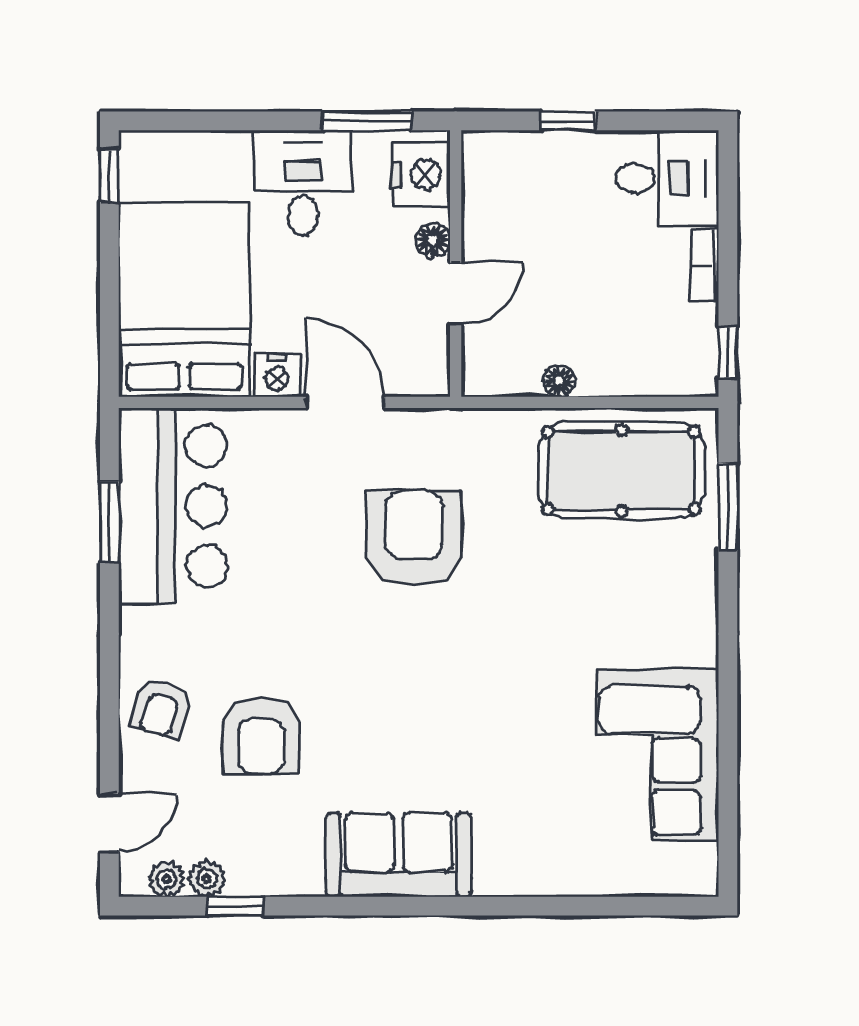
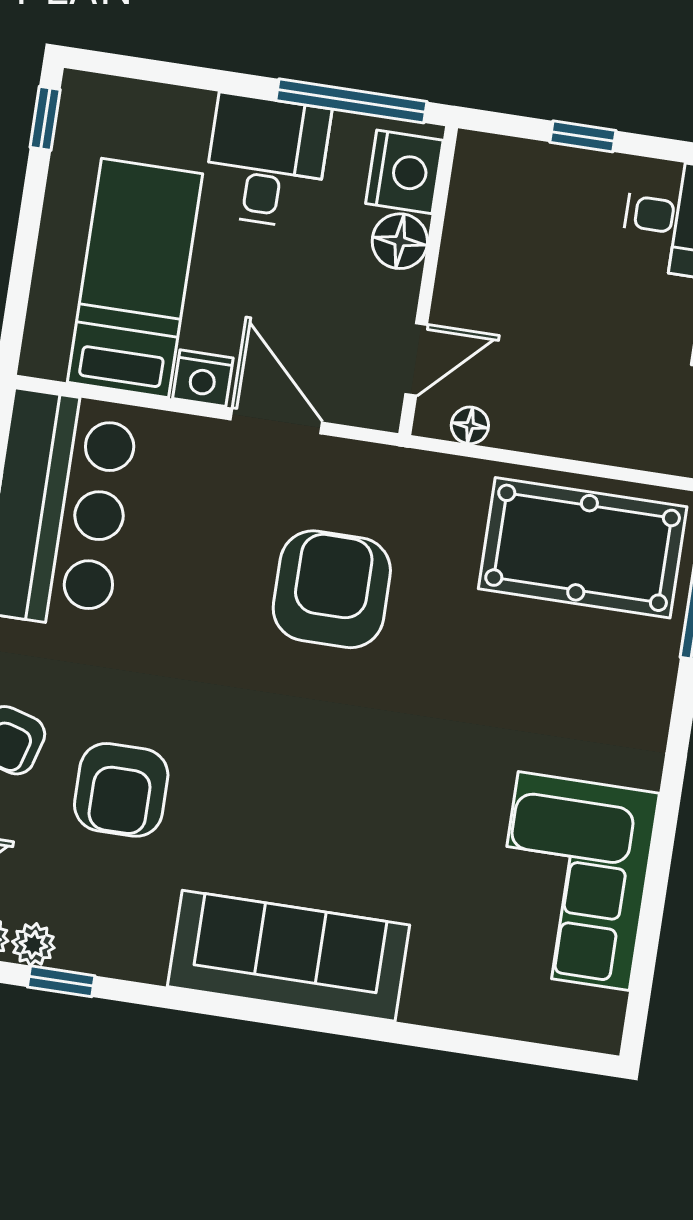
window: (367, 121) -> (351, 101), width x1.44
floor lamp: (433, 240) -> (400, 241), width x1.37, depth x1.37
door: (456, 294) -> (416, 359), moved
bed: (184, 299) -> (135, 278), width x0.67
floor lamp: (559, 381) -> (470, 425), moved
sofa: (399, 855) -> (289, 956), width x1.36

